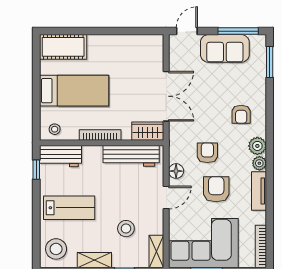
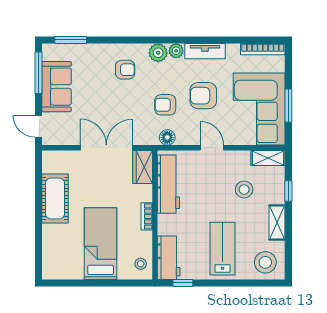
cot: (63, 47) -> (55, 199), moved
bookcase: (100, 135) -> (147, 216), width x0.64
floor lamp: (176, 171) -> (167, 137), moved

